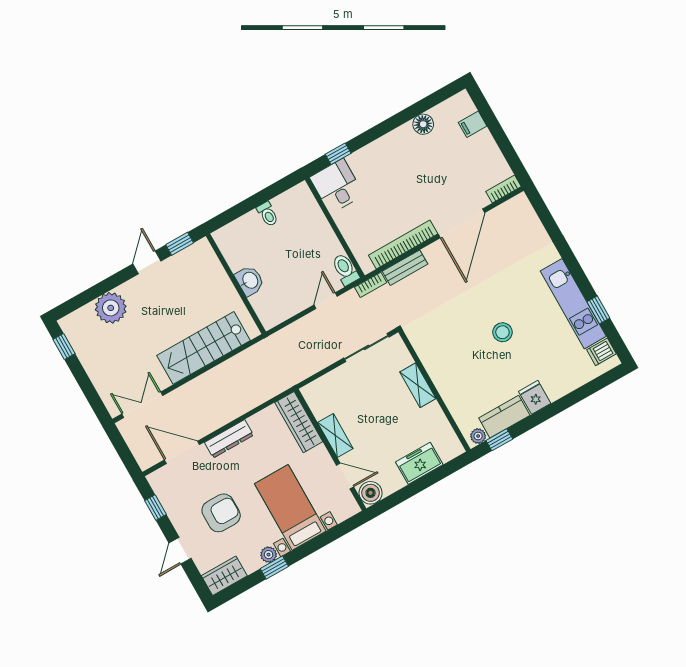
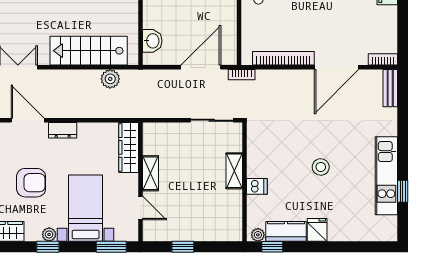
bench: (405, 268) -> (390, 88), moved, turned 90
toilet: (345, 269) -> (229, 52), removed
washbasin: (250, 281) -> (152, 41), moved
door: (326, 301) -> (201, 67), width x1.88
dishwasher: (601, 352) -> (257, 186), moved, turned 180
plant: (241, 364) -> (110, 79), added
dresser: (229, 439) -> (63, 130), width x0.70
freezer: (419, 463) -> (202, 230), removed
window: (410, 491) -> (183, 247), added
boiler: (371, 493) -> (152, 232), removed
window: (338, 532) -> (111, 247), added

